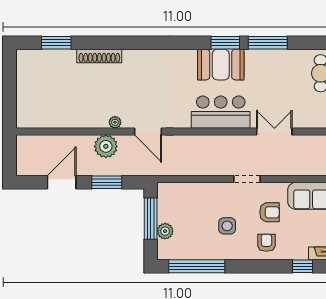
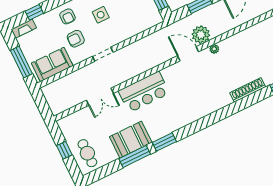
booth: (221, 65) -> (131, 140), moved
plant: (106, 146) -> (201, 35), moved

